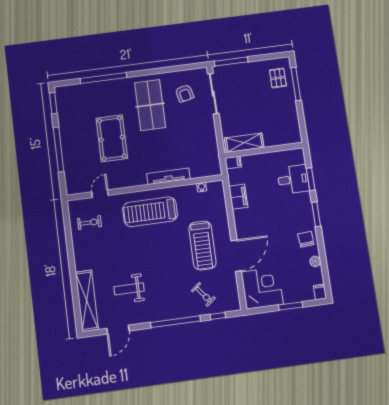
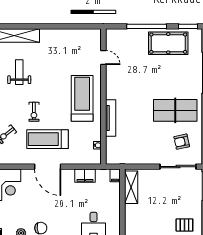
pool table: (112, 138) -> (168, 43), moved
exercise bike: (90, 223) -> (34, 112), moved
door: (236, 256) -> (48, 167), moved

